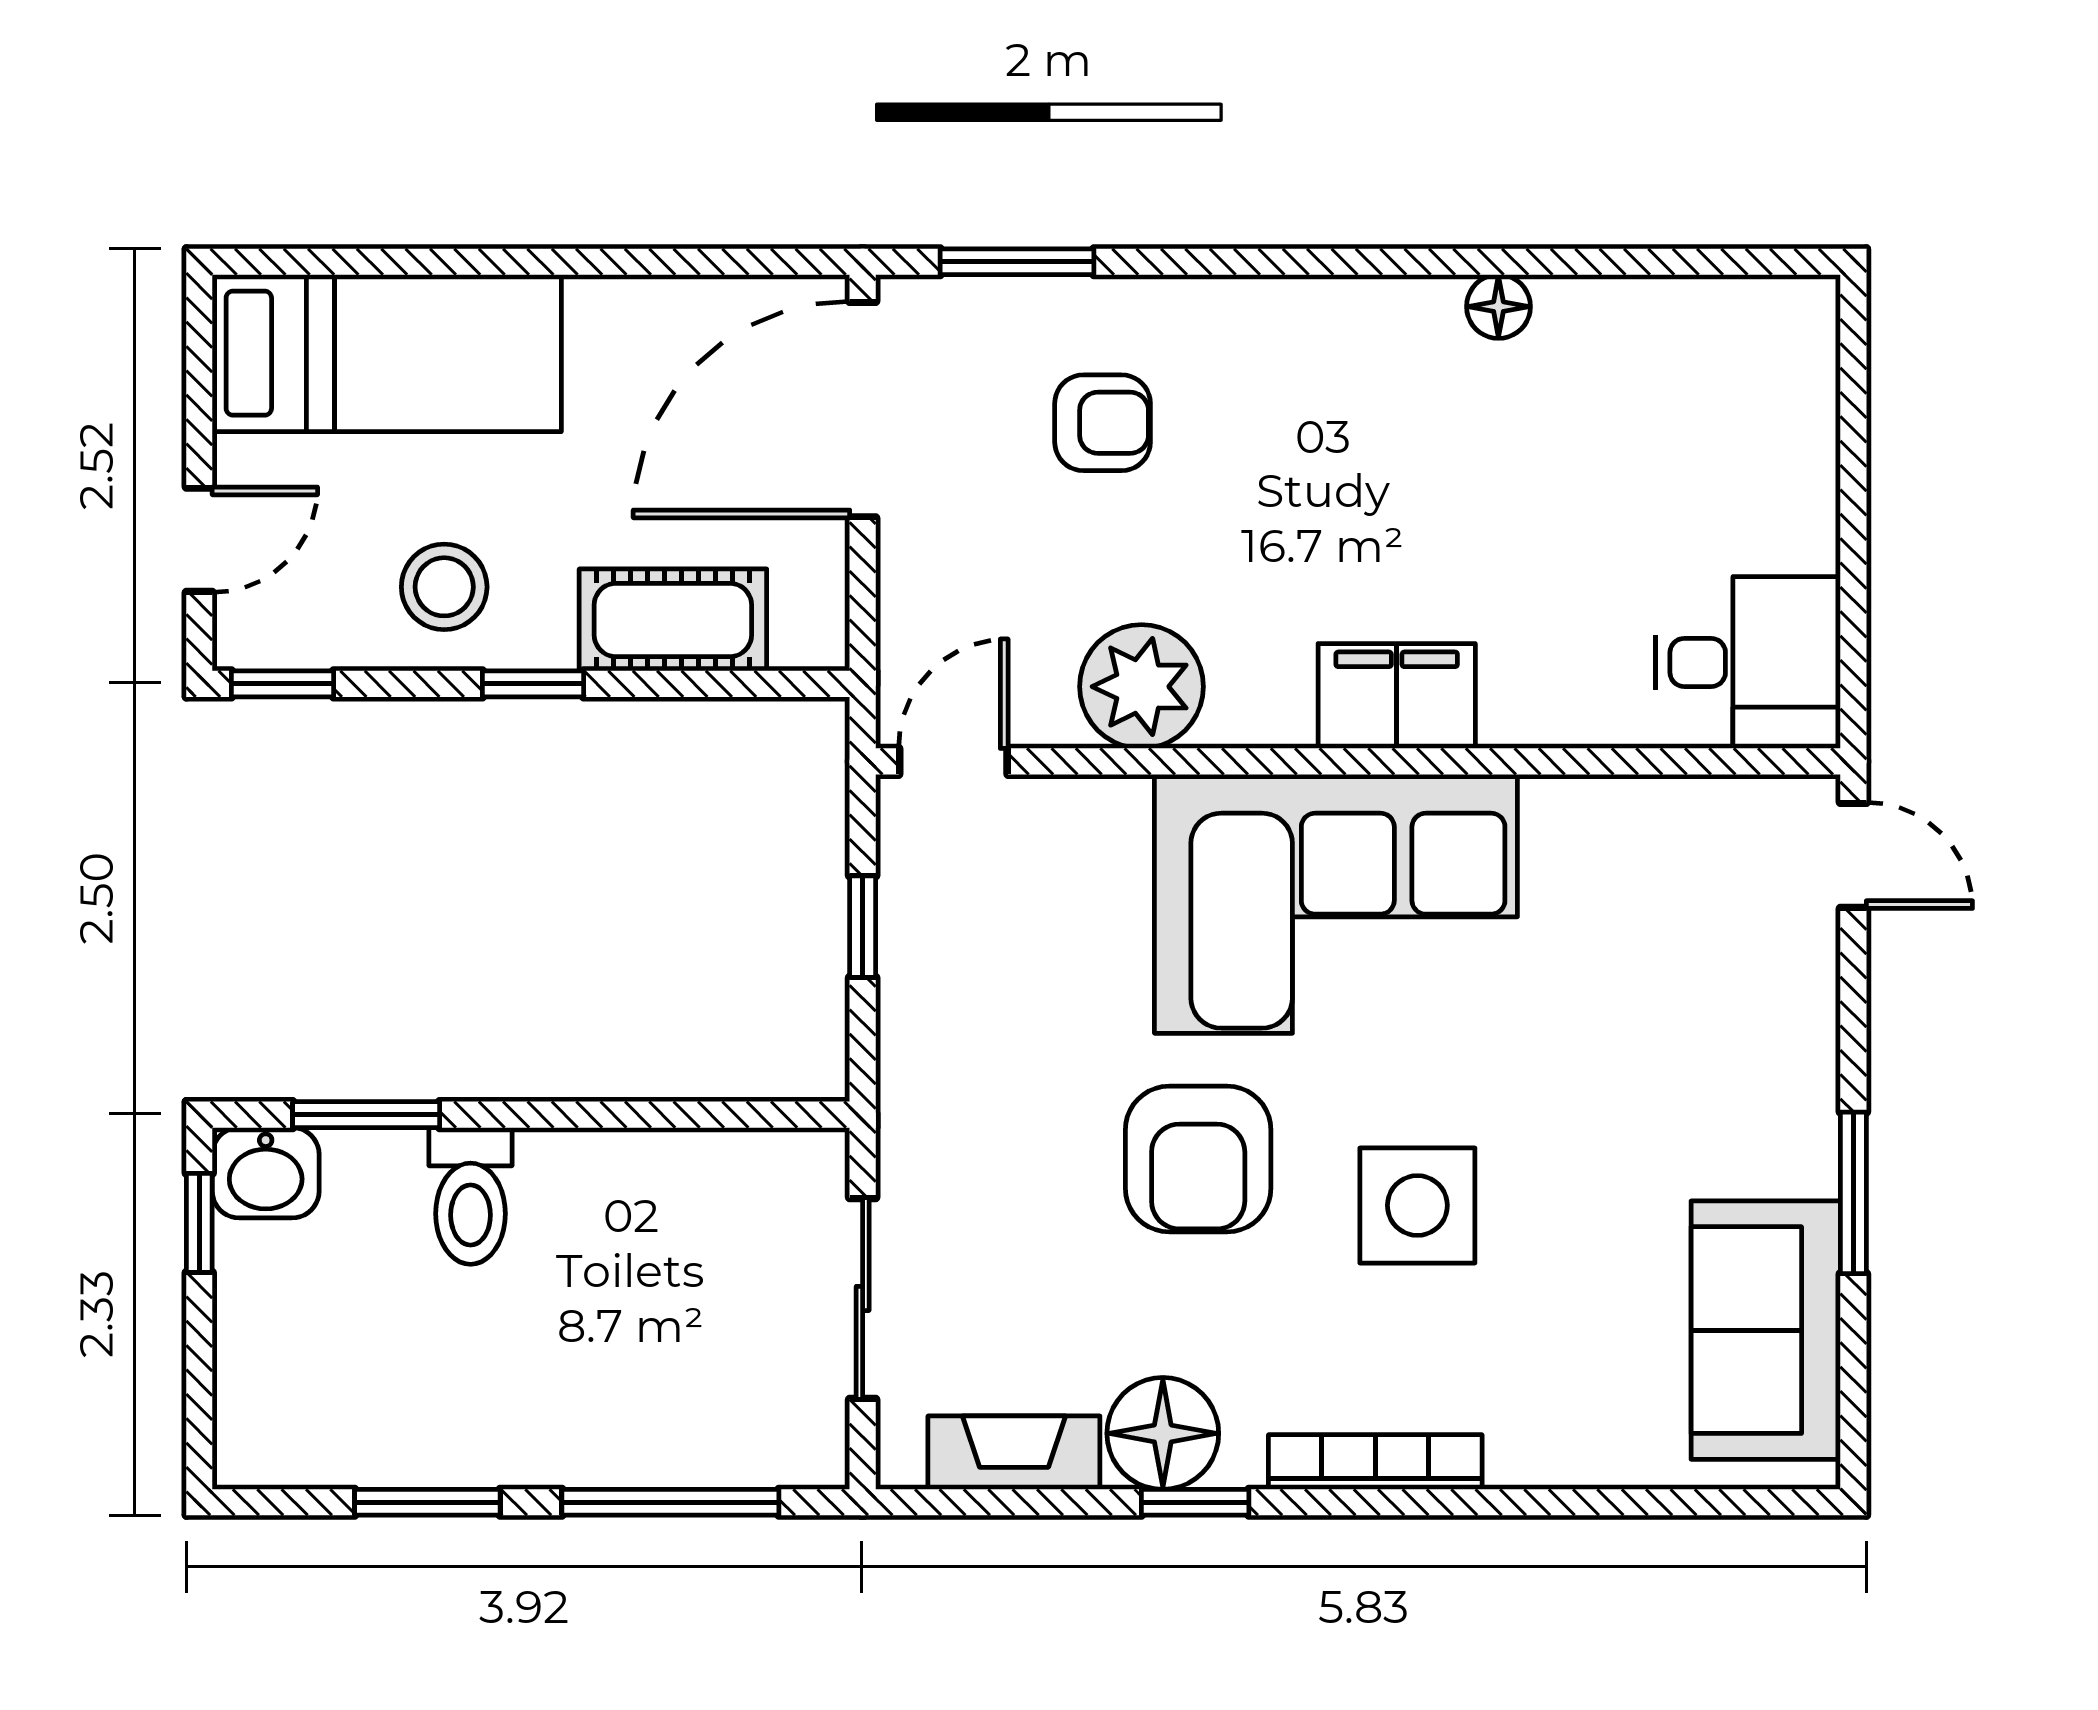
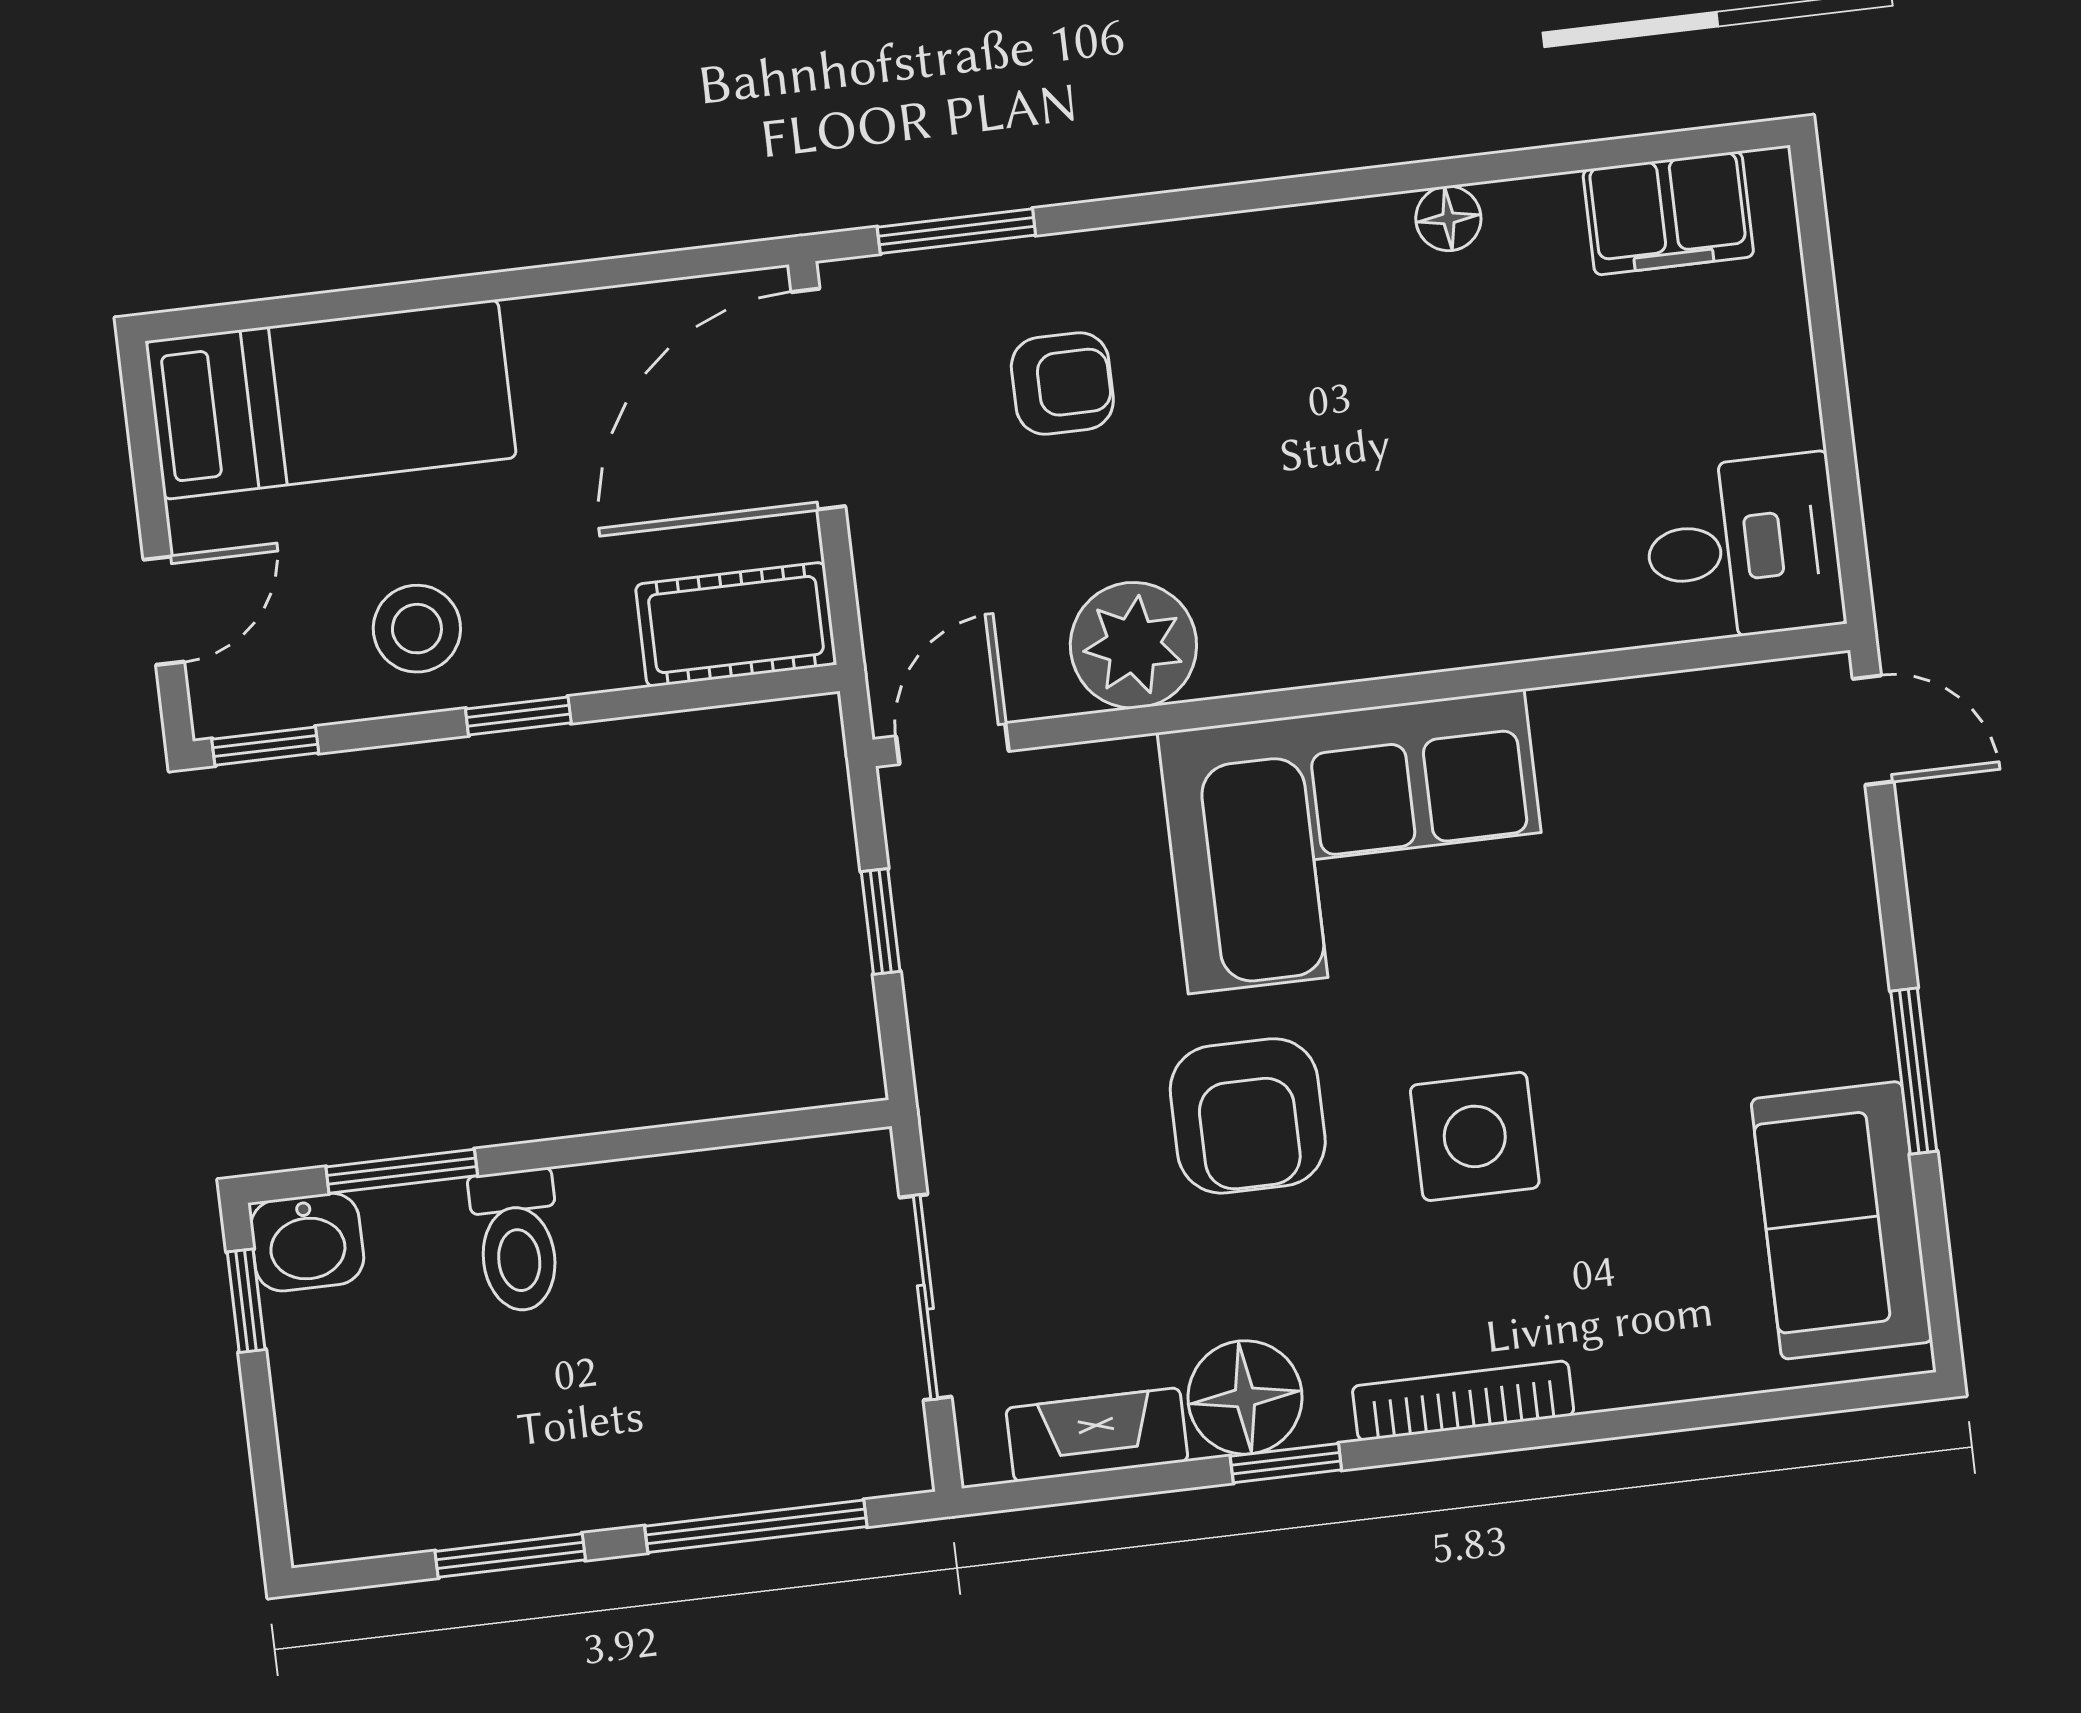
cot: (673, 620) -> (736, 625), moved
filing cabinet: (1397, 696) -> (1668, 213), moved, turned 180

